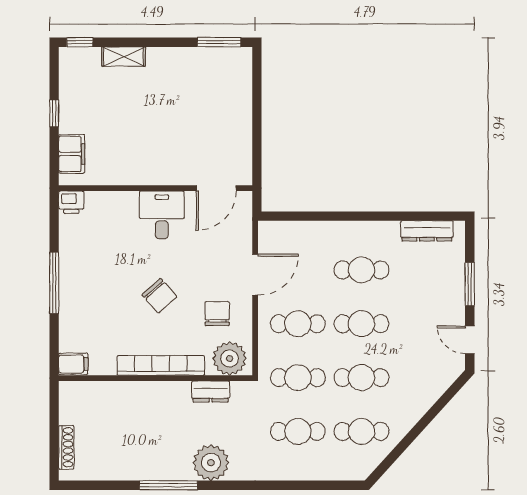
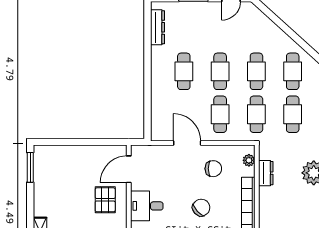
pallet: (171, 153) -> (105, 200), added
door: (216, 188) -> (129, 169), swing flipped
chair: (217, 314) -> (213, 169), turned 180
plant: (230, 359) -> (249, 160), width x0.53, depth x0.53

